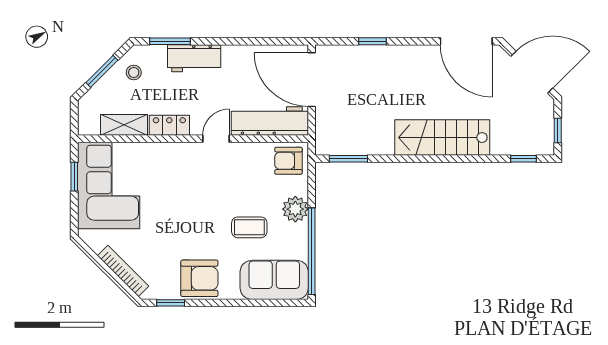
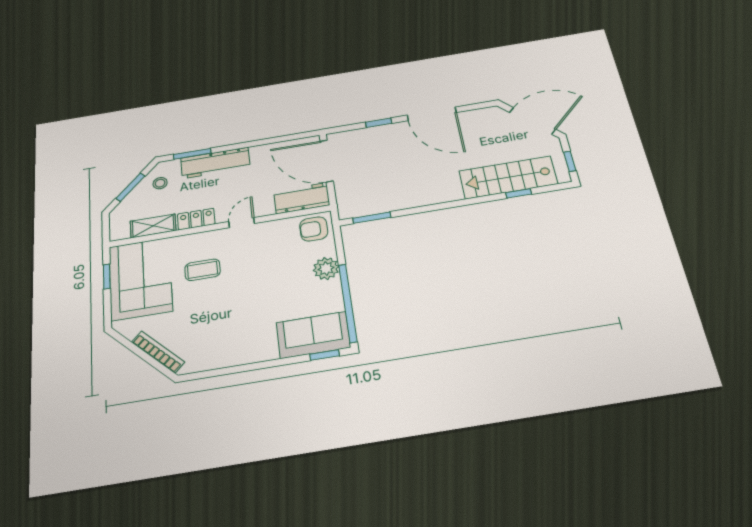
door: (466, 41) -> (432, 114), moved
workbench: (194, 58) -> (215, 163), width x1.38
workbench: (270, 121) -> (302, 198), width x0.73
stairs: (442, 138) -> (508, 177), moved
window: (523, 159) -> (519, 193), moved
coffee table: (249, 227) -> (203, 270), moved
armchair: (199, 278) -> (236, 346), removed
window: (171, 303) -> (325, 355), moved

